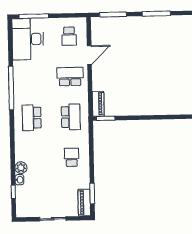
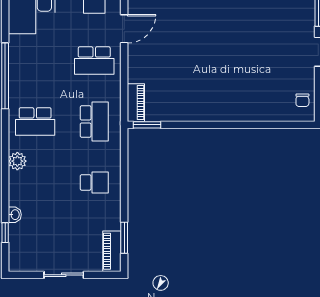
school desk: (70, 77) -> (94, 61), turned 180
school desk: (32, 118) -> (35, 122), turned -90
school desk: (72, 157) -> (94, 182), turned 90
plant: (21, 168) -> (17, 161), moved

